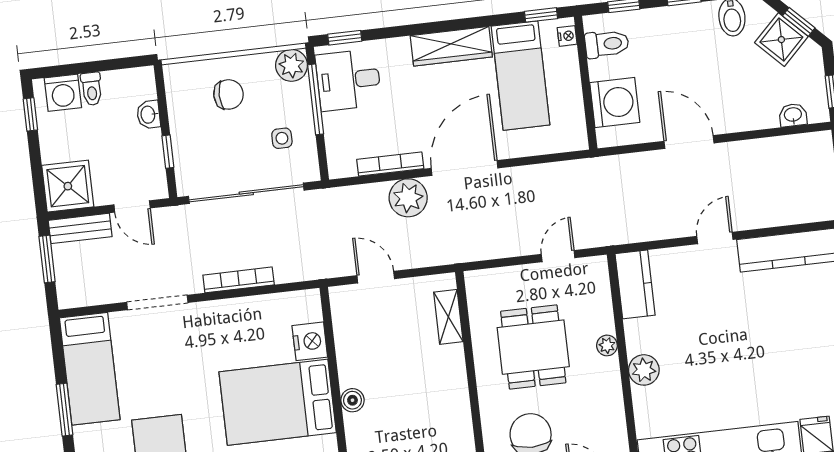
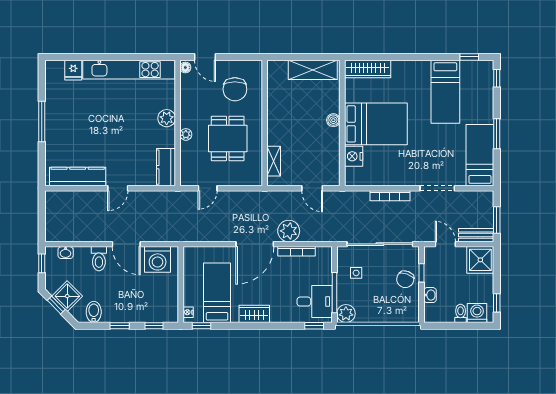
toilet: (607, 44) -> (99, 259), moved, turned -90
wardrobe: (451, 46) -> (254, 314), width x0.67
chair: (228, 94) -> (405, 279), moved, turned -70
washing machine: (615, 102) -> (158, 259), moved, turned -90

